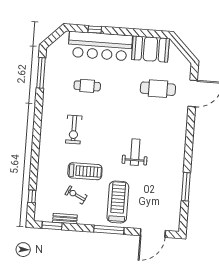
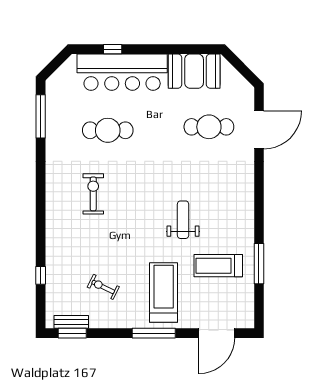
cafe table: (87, 86) -> (108, 130), width x1.37, depth x1.35
exercise bike: (74, 130) -> (93, 194), turned 180
treadmill: (85, 171) -> (218, 266), moved, turned 180
window: (32, 196) -> (41, 275), moved
bench: (65, 219) -> (71, 322), moved

